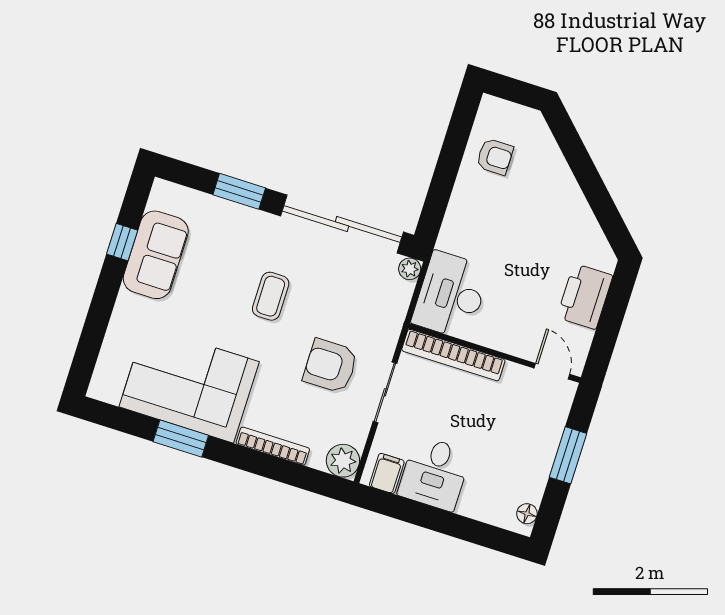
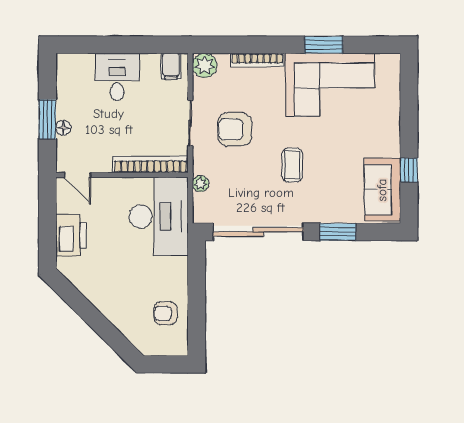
sofa: (156, 255) -> (382, 190), moved
plant: (410, 269) -> (200, 184), moved
desk: (451, 295) -> (159, 216), width x1.36, depth x1.30
armchair: (330, 366) -> (235, 129), turned 180
desk: (434, 473) -> (117, 77), moved
floor lamp: (527, 514) -> (63, 128), moved

